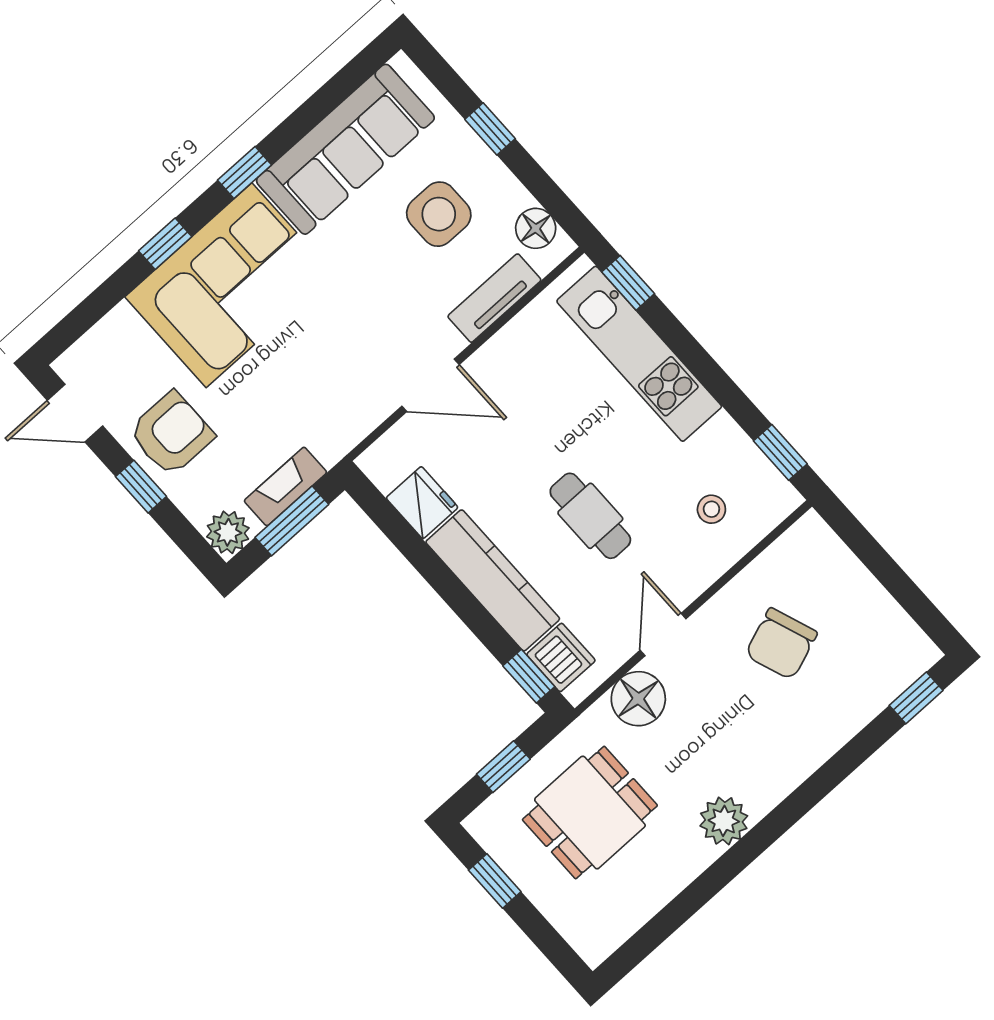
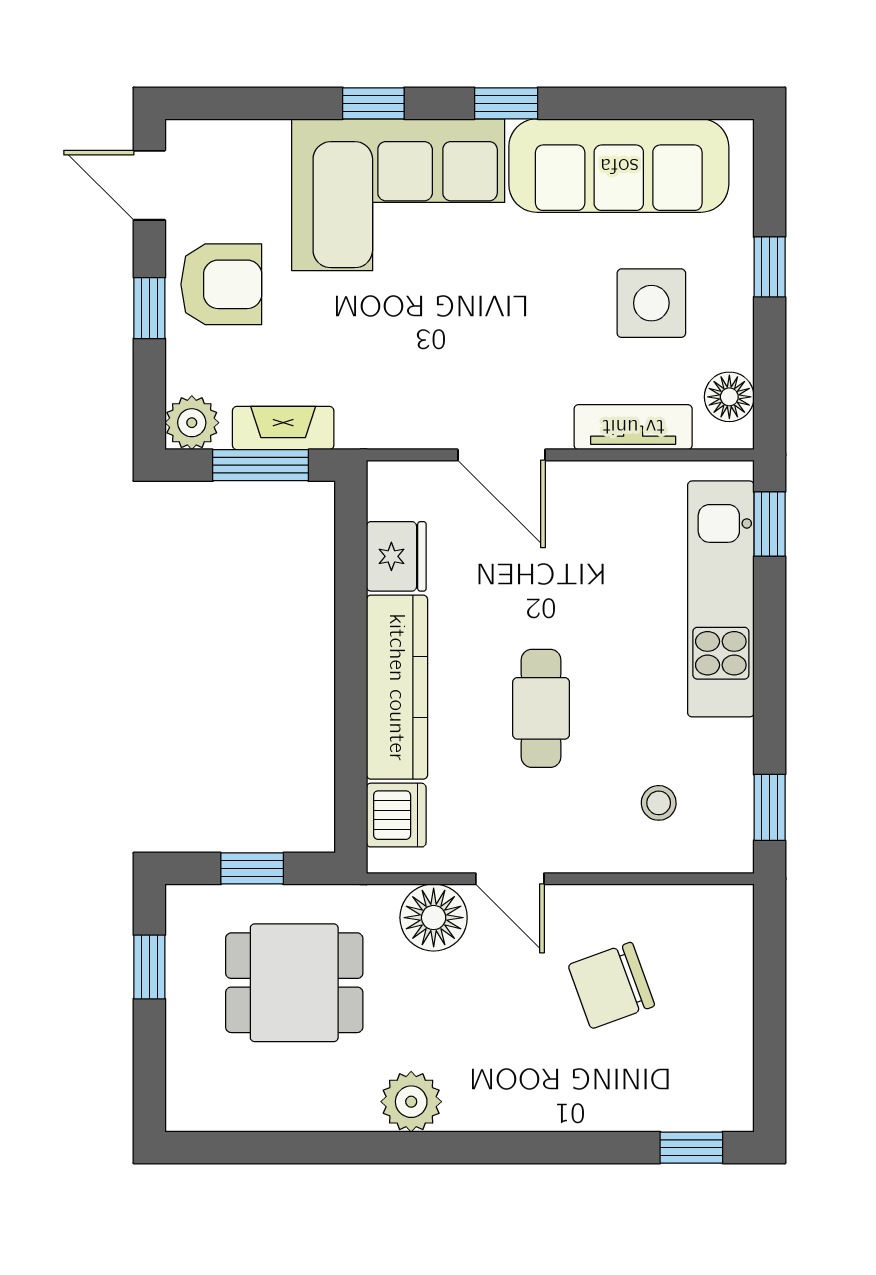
door: (663, 635) -> (510, 879), swing flipped
window: (529, 676) -> (351, 806), removed

